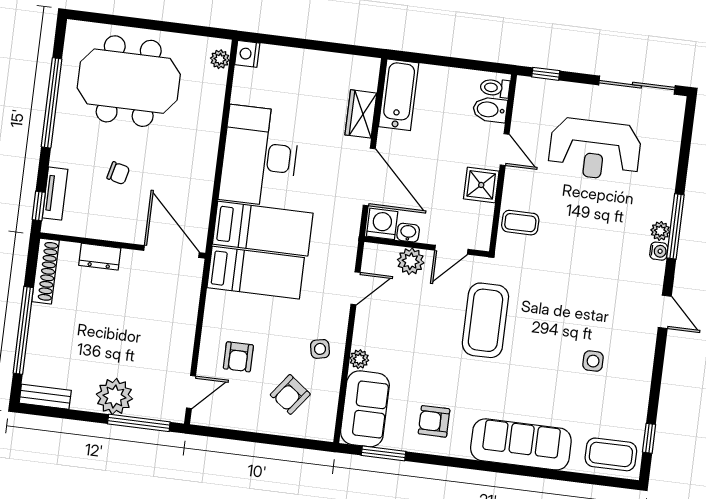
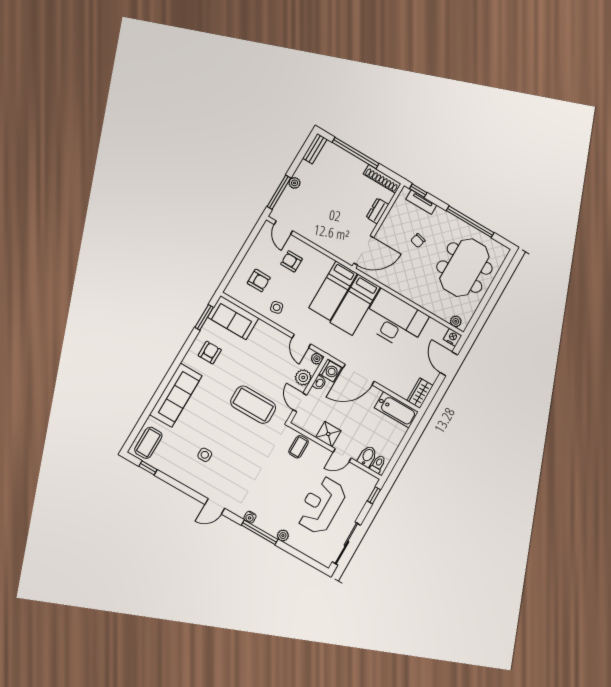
door: (291, 42) -> (449, 364), added
wardrobe: (361, 114) -> (420, 393), moved, turned -90
plant: (660, 231) -> (283, 536), moved
plant: (359, 359) -> (317, 359), moved
armchair: (290, 394) -> (259, 280), turned 143
plant: (114, 396) -> (295, 183), width x0.53, depth x0.53

